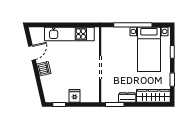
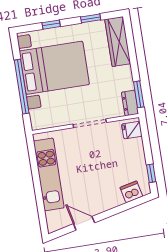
bed with nightstands: (149, 49) -> (54, 68), width x1.36
dishwasher: (44, 69) -> (131, 192), moved
fridge: (75, 96) -> (132, 130), moved
dresser: (127, 98) -> (130, 103), moved

